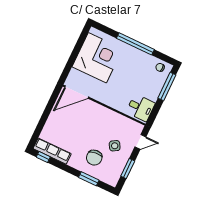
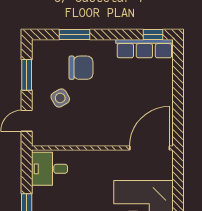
chair: (94, 158) -> (81, 68), turned 96

